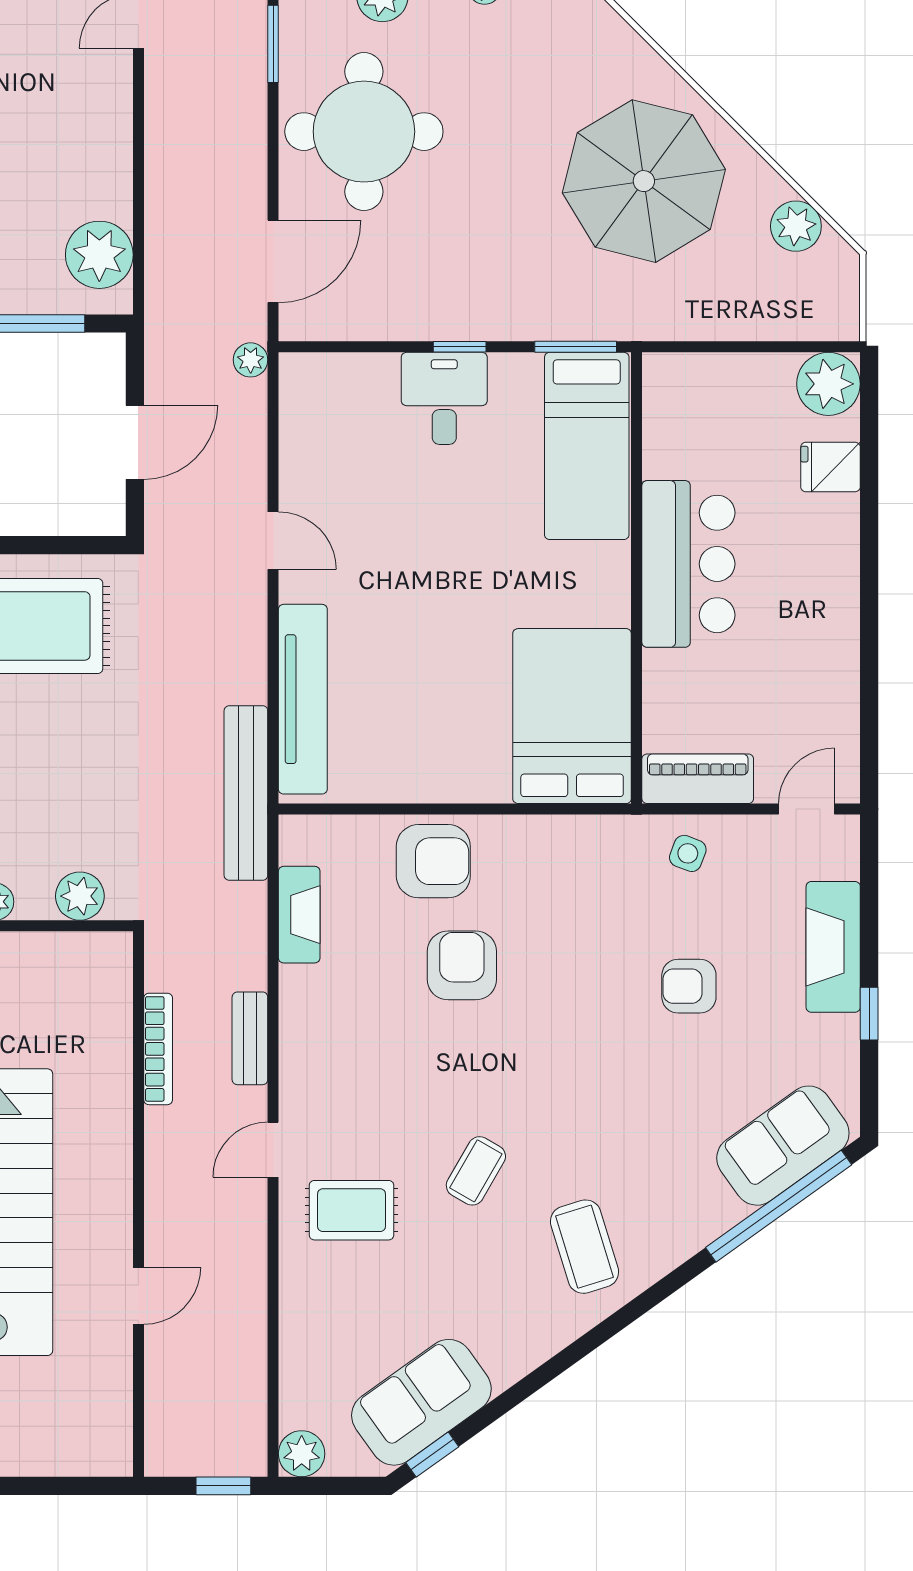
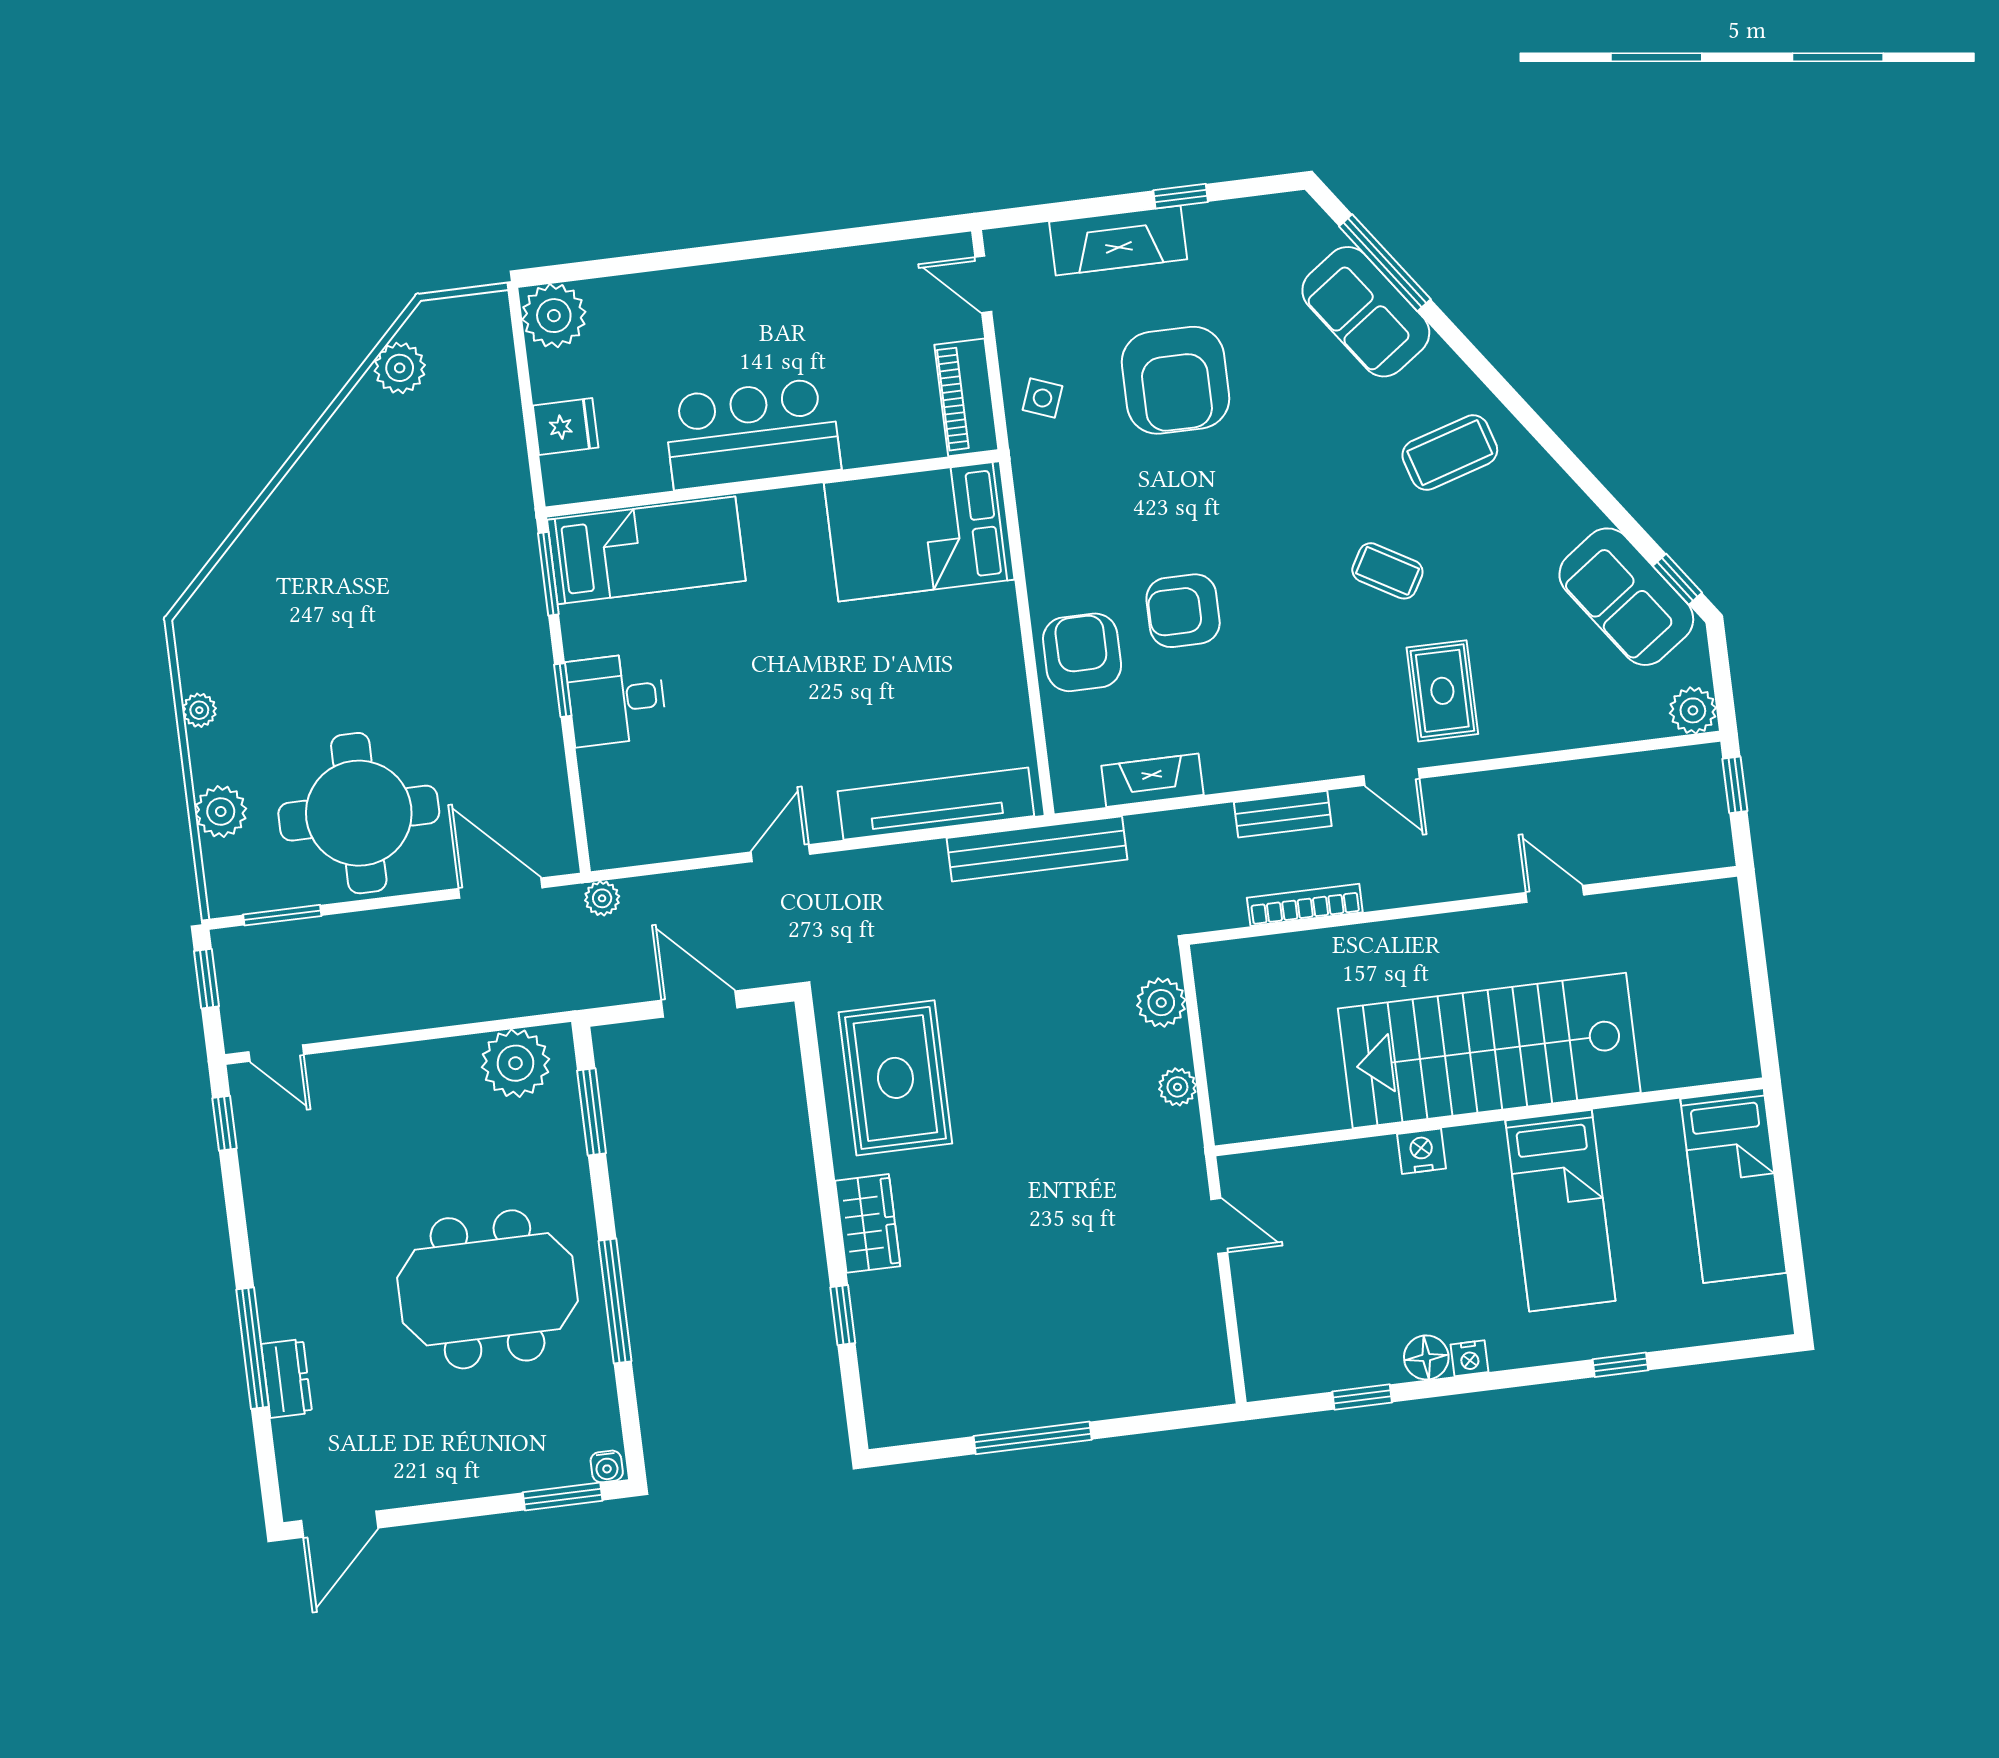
parasol: (644, 181) -> (374, 526), removed
fridge: (830, 467) -> (566, 426), moved, turned -90
armchair: (689, 986) -> (1175, 380), width x1.88, depth x1.88
sofa: (783, 1146) -> (1366, 312), moved
window: (779, 1206) -> (1385, 263), width x0.68

